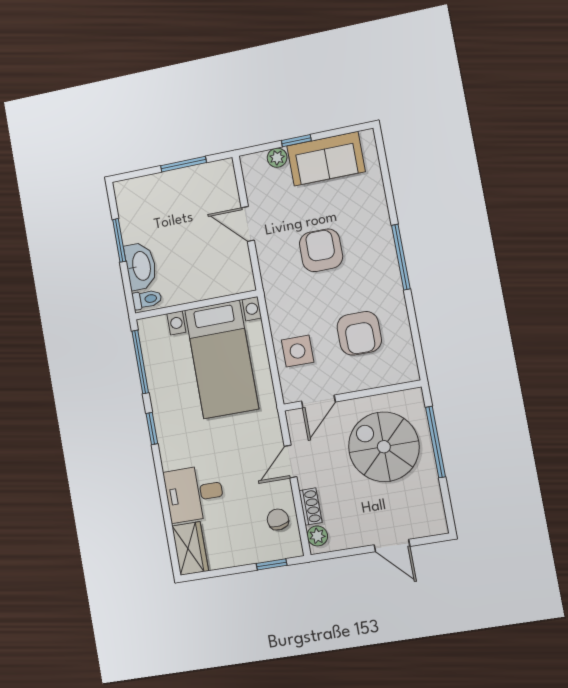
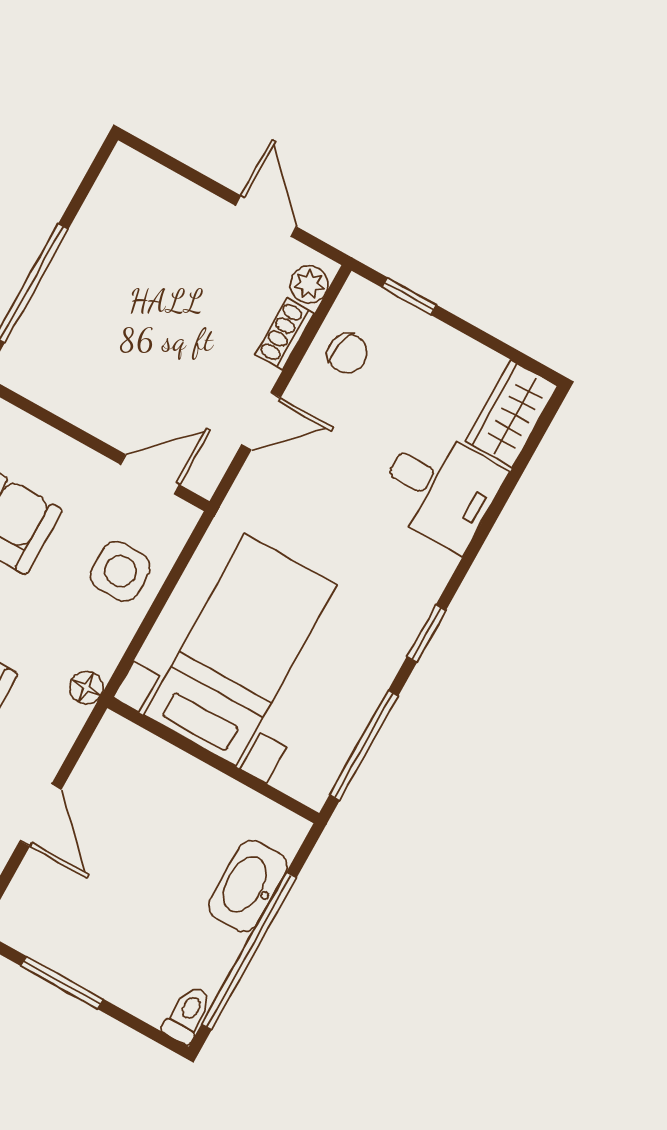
window: (119, 240) -> (249, 951), width x2.11
floor lamp: (272, 291) -> (86, 688), added
toilet: (147, 299) -> (187, 1015), moved, turned 90
spiral stairs: (384, 447) -> (110, 335), removed
chair: (278, 519) -> (347, 353), turned -70
door: (392, 546) -> (266, 216), moved

